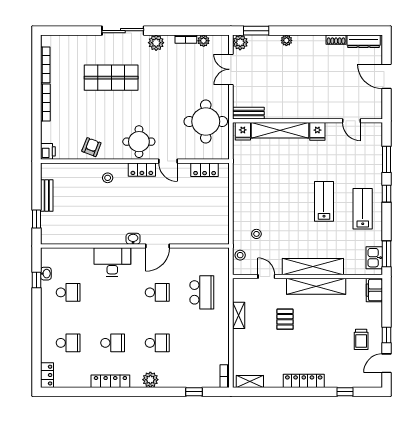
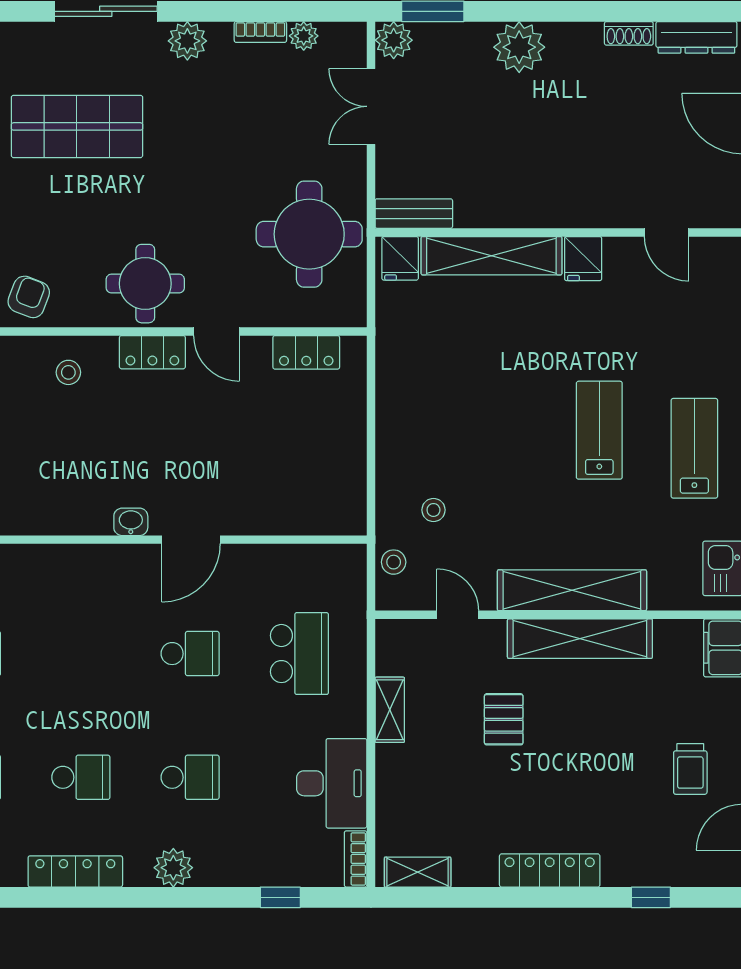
plant: (286, 40) -> (519, 47), width x1.88, depth x1.88
desk: (112, 262) -> (332, 783), moved, turned 90

